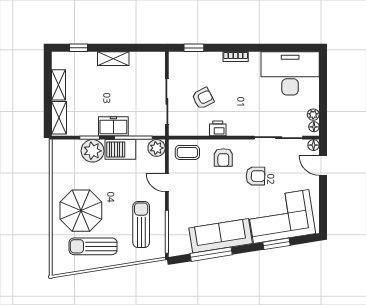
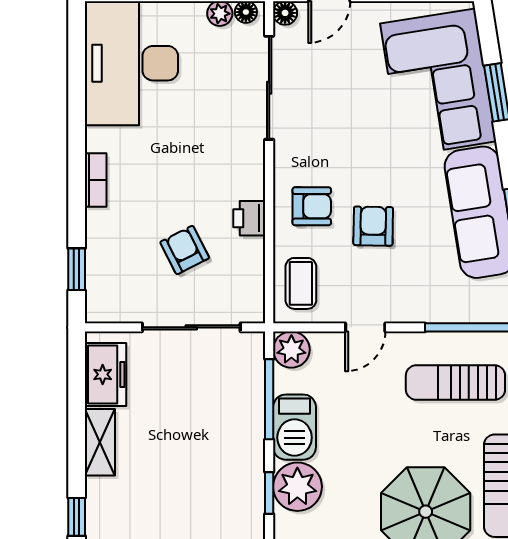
freezer: (113, 126) -> (105, 374), moved, turned 180
armchair: (255, 176) -> (373, 226), moved

